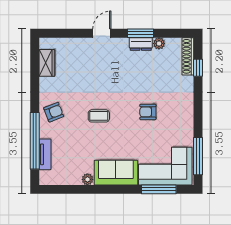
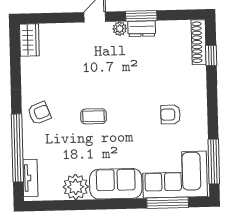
plant: (159, 43) -> (120, 29), moved
wardrobe: (47, 63) -> (29, 40), moved
armchair: (148, 112) -> (171, 115), moved
tv unit: (45, 154) -> (30, 178), moved
plant: (87, 179) -> (76, 187), width x1.88, depth x1.88

